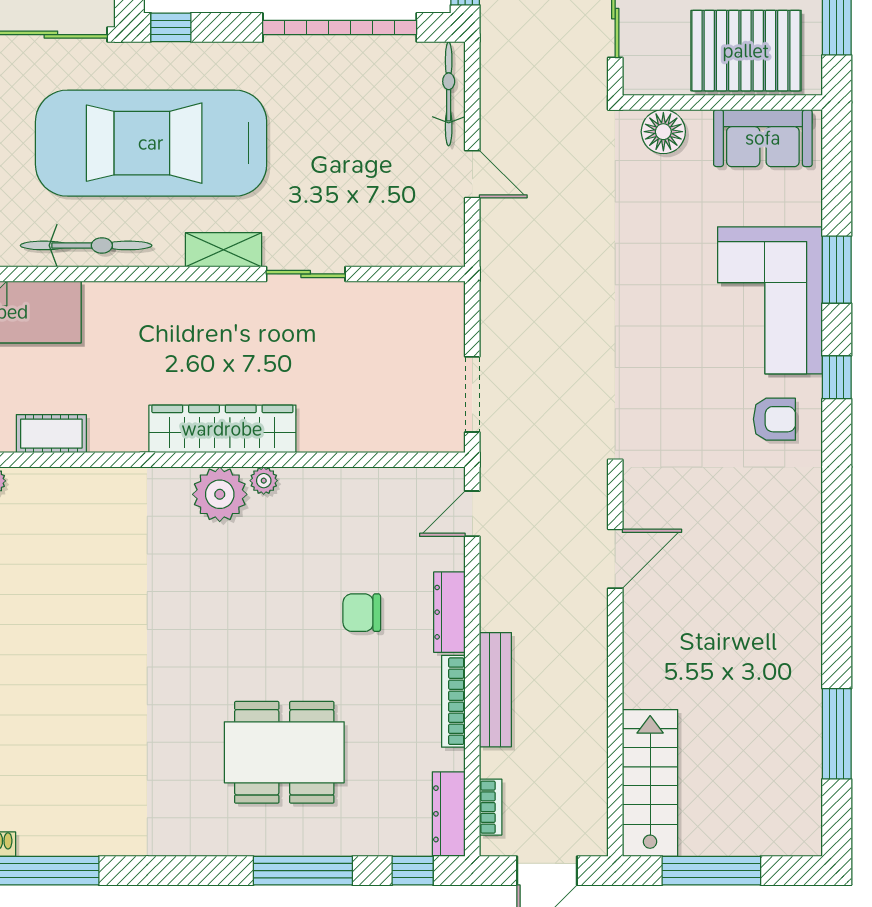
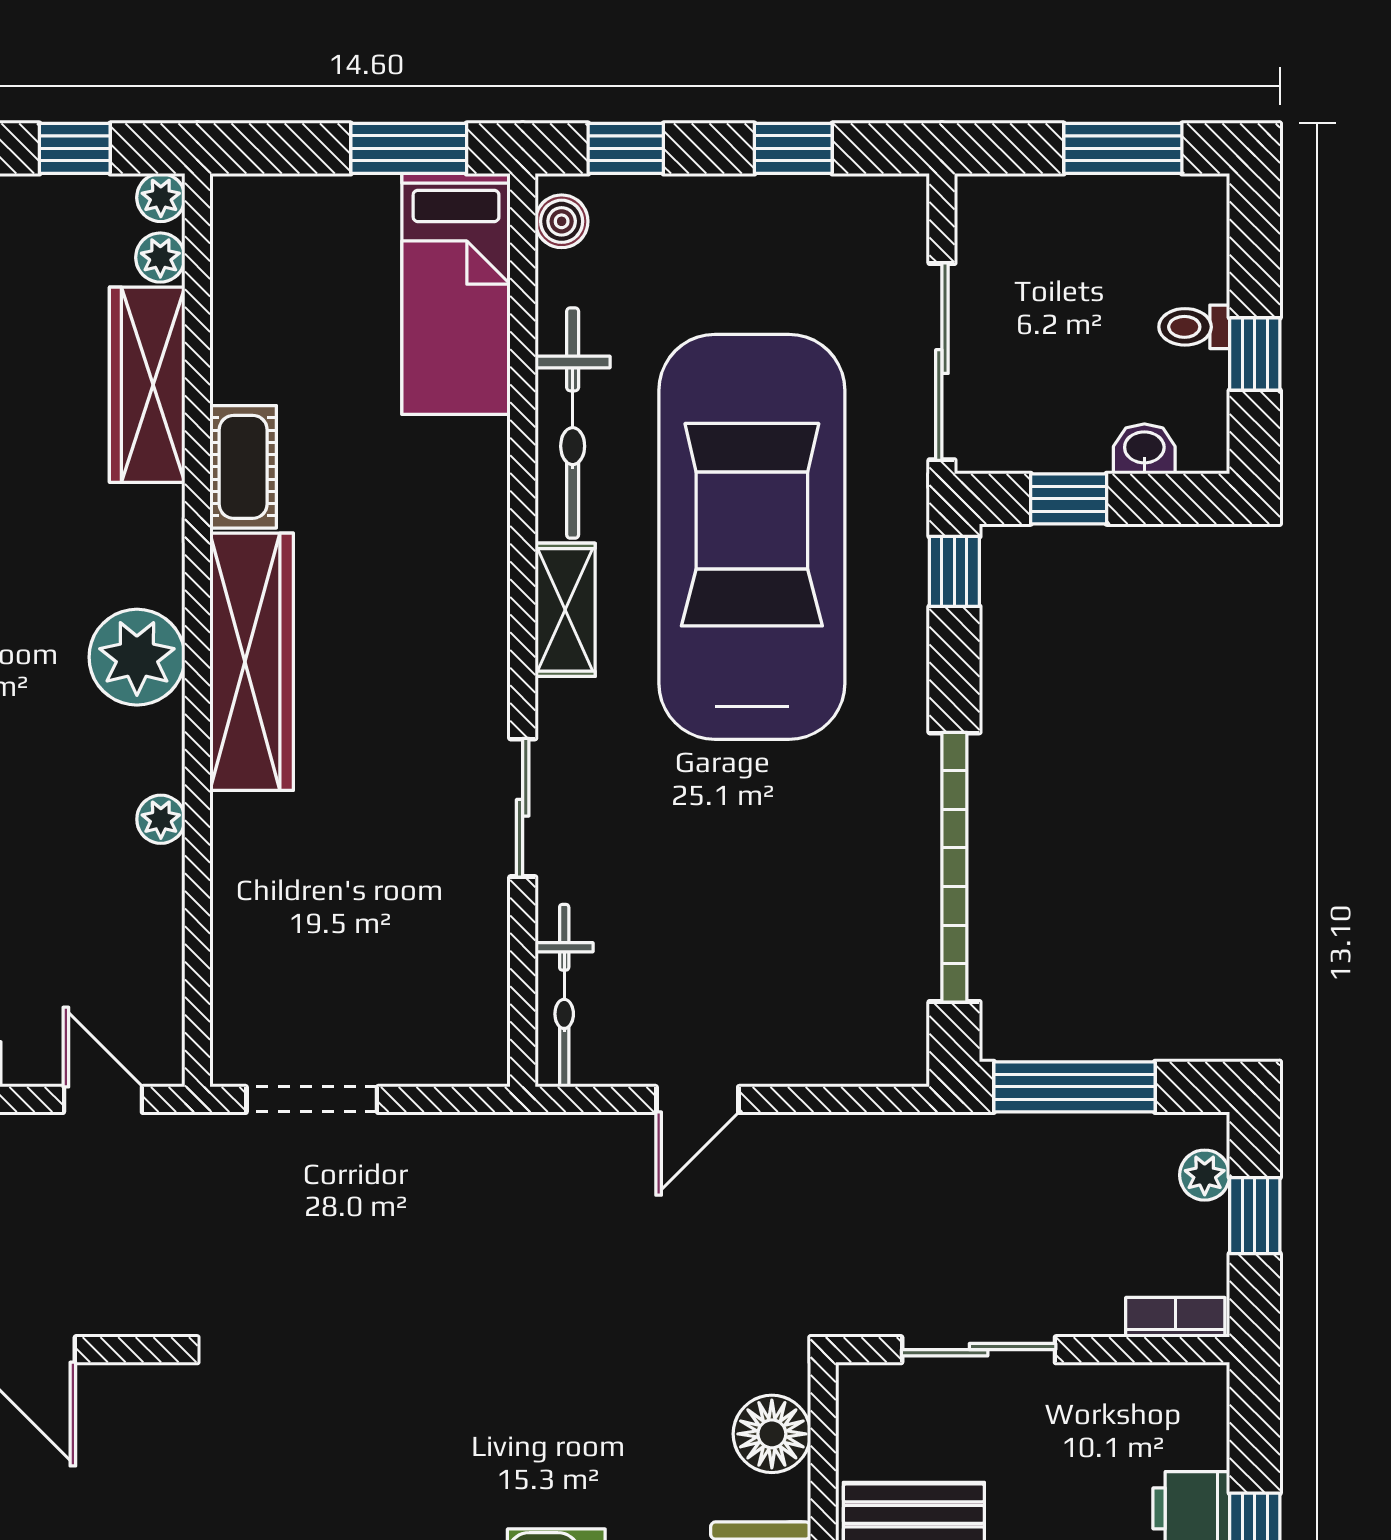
bicycle: (449, 94) -> (564, 996), moved, turned 90
shelving: (224, 250) -> (565, 610), moved
cot: (51, 434) -> (243, 467), moved
plant: (264, 481) -> (161, 819), moved
wardrobe: (64, 488) -> (147, 385), added

